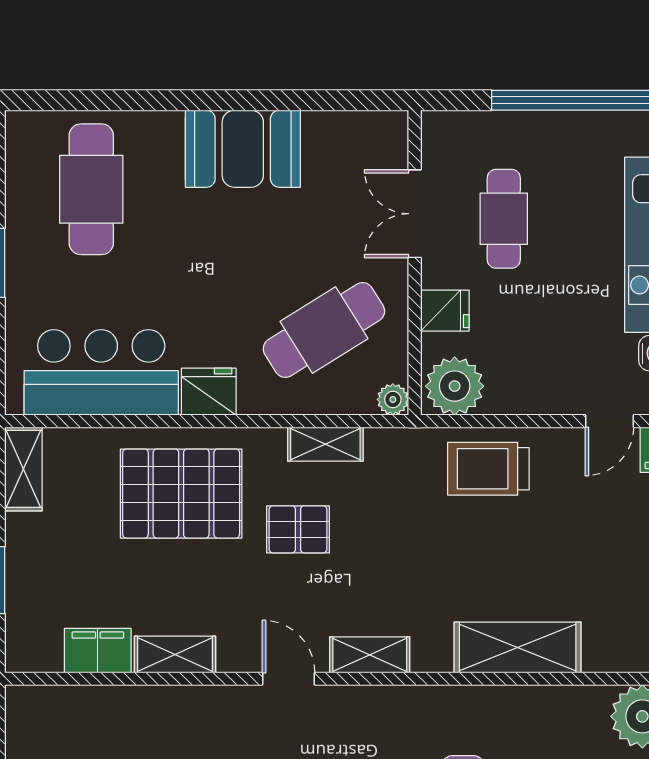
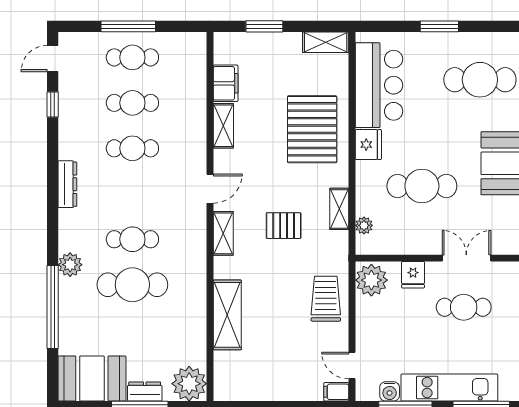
cafe table: (324, 330) -> (422, 186), moved, turned -58
plant: (393, 399) -> (364, 225), moved
pallet: (298, 529) -> (284, 226), moved, turned 90

